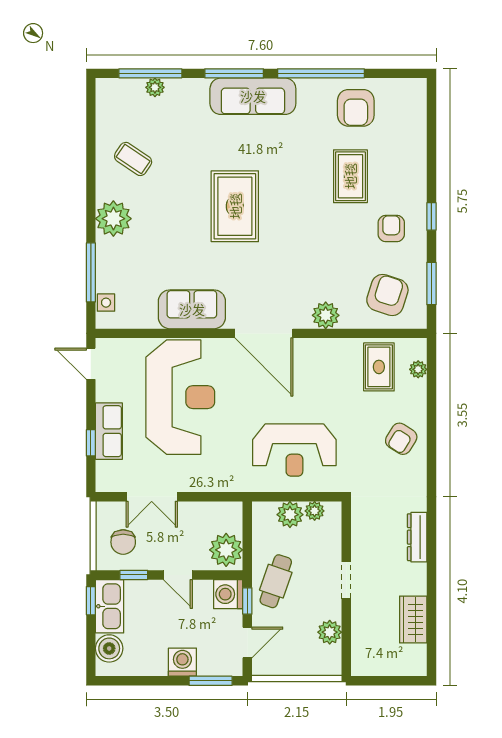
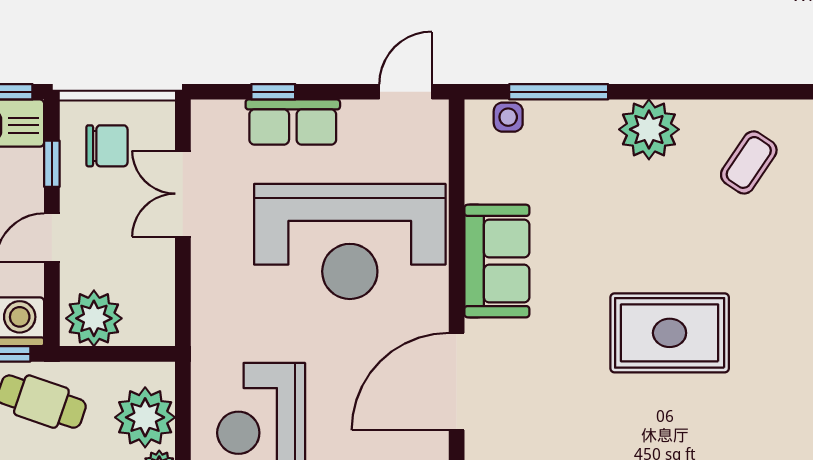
plant: (290, 515) -> (145, 417), width x1.36, depth x1.36
chair: (123, 542) -> (107, 146), turned 180

